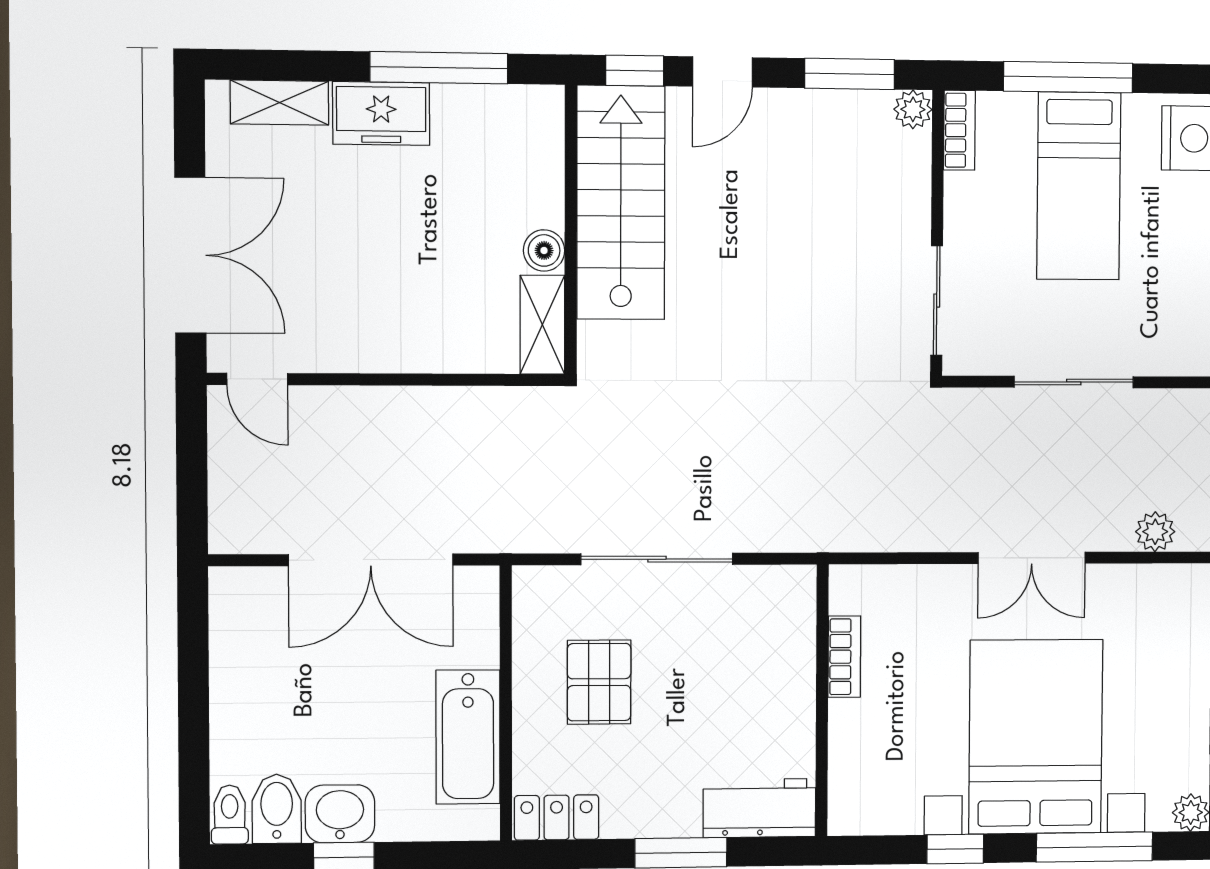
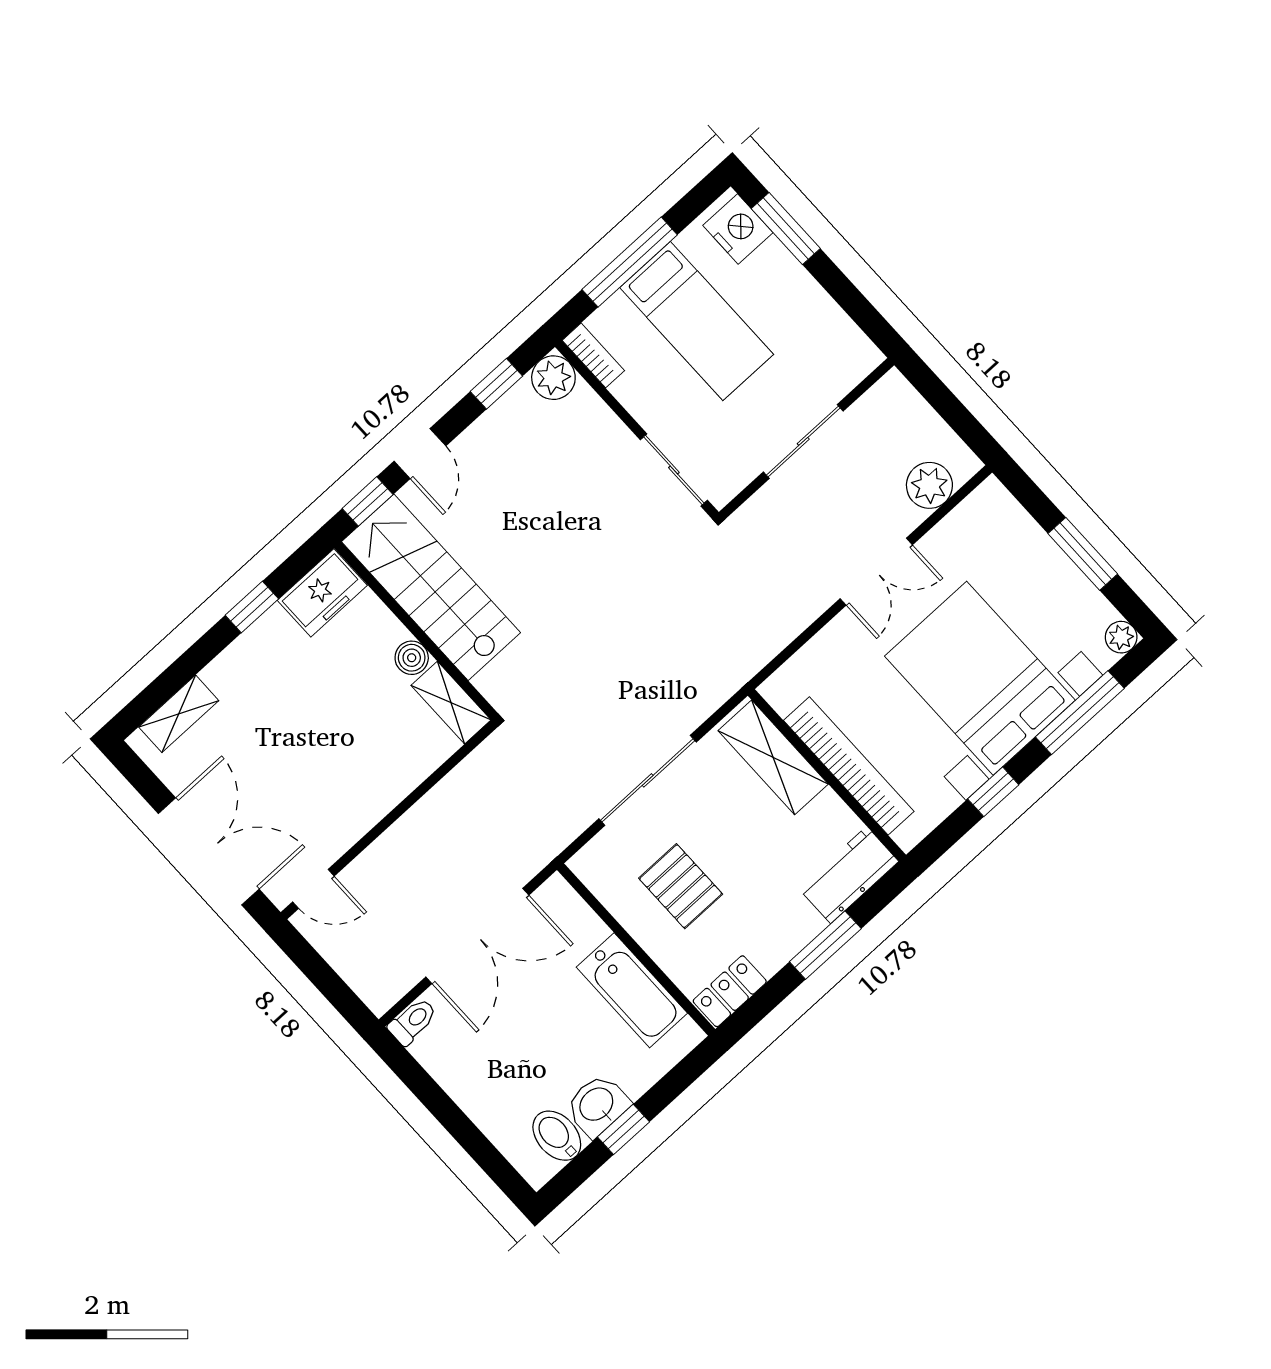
window: (439, 68) -> (252, 607), width x0.46
window: (850, 74) -> (496, 384), width x0.67
plant: (913, 109) -> (553, 378), width x1.38, depth x1.38
freezer: (381, 113) -> (322, 593), moved
plant: (1155, 532) -> (929, 485), width x1.38, depth x1.38
shelving: (789, 641) -> (773, 757), added
bookcase: (844, 657) -> (849, 766), width x2.31, depth x1.31
toilet: (230, 815) -> (413, 1021), moved, turned 90

